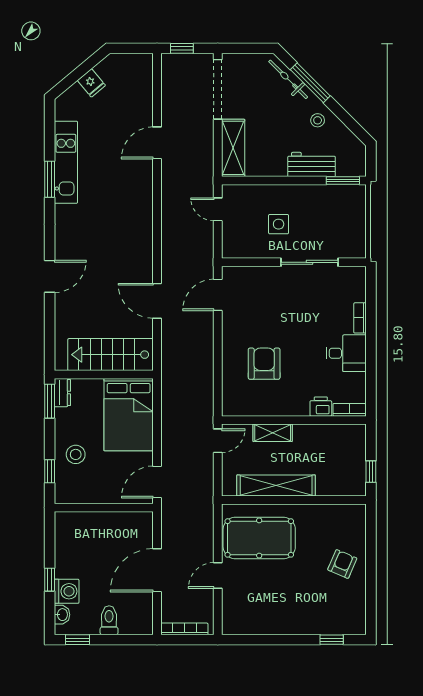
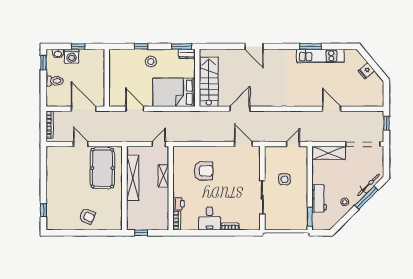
door: (218, 441) -> (159, 144), swing flipped
wall: (104, 508) -> (107, 78), moved

